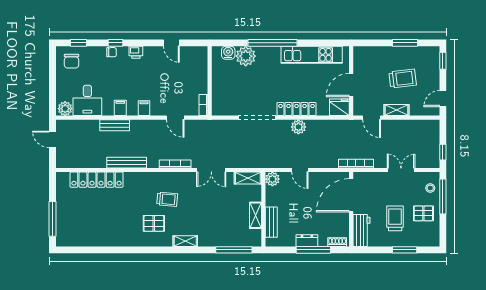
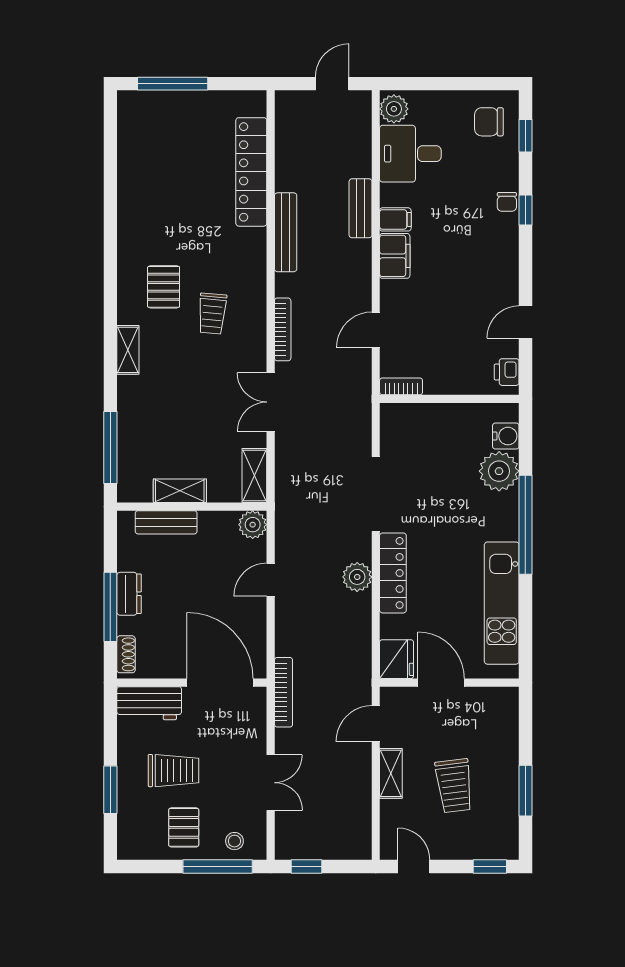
printer: (136, 52) -> (507, 372), moved
filing cabinet: (144, 108) -> (395, 256), width x2.00

